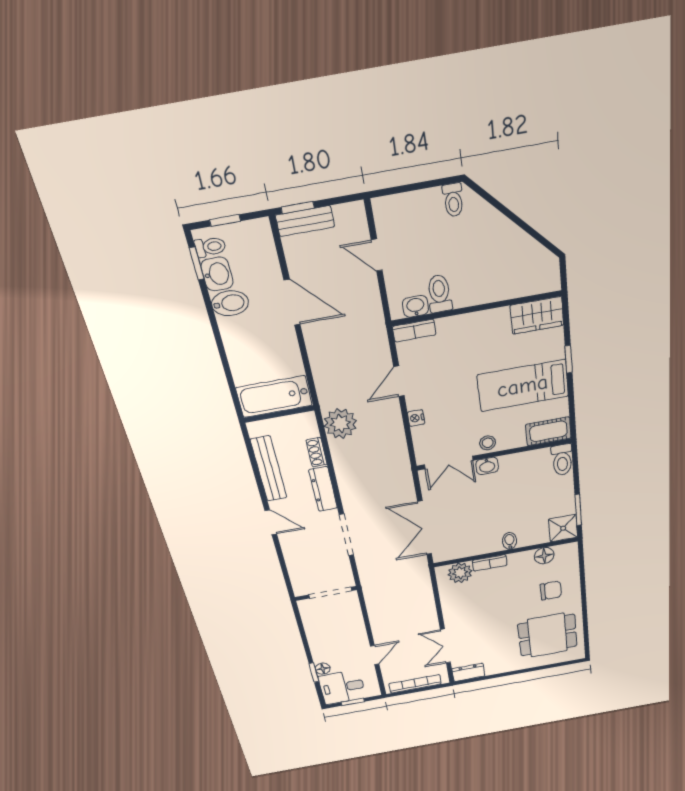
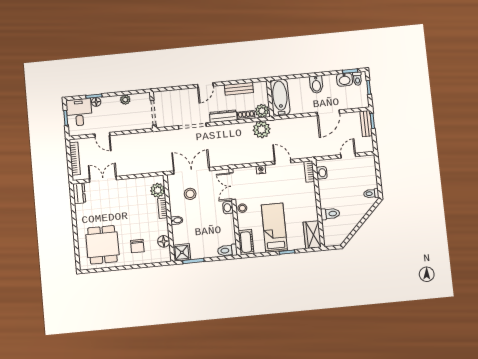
toilet: (439, 294) -> (330, 214), moved
bidet: (230, 303) -> (316, 85), moved
plant: (305, 426) -> (262, 111), added
bench: (269, 469) -> (239, 89), width x0.73
stool: (464, 526) -> (190, 194), added
plant: (314, 632) -> (125, 100), added

